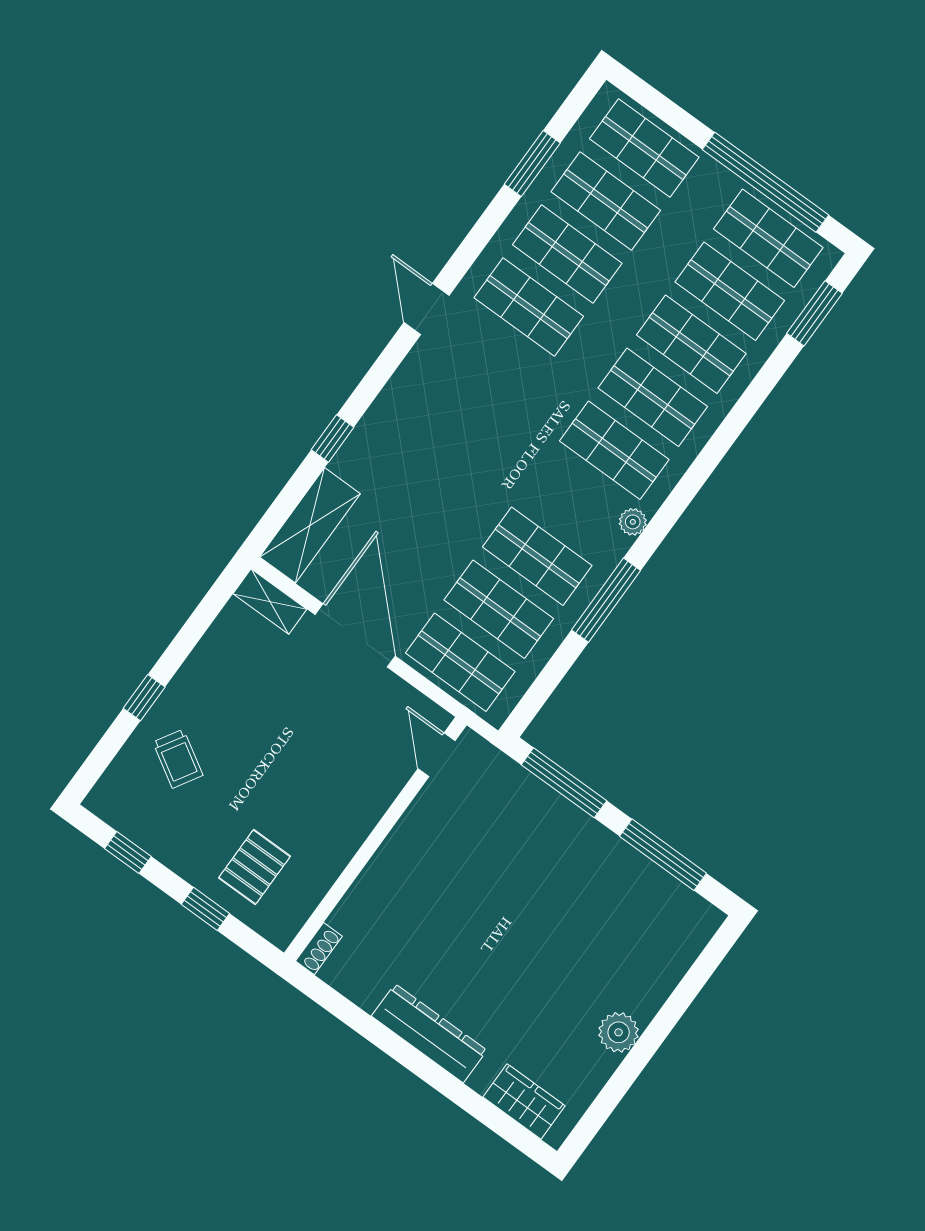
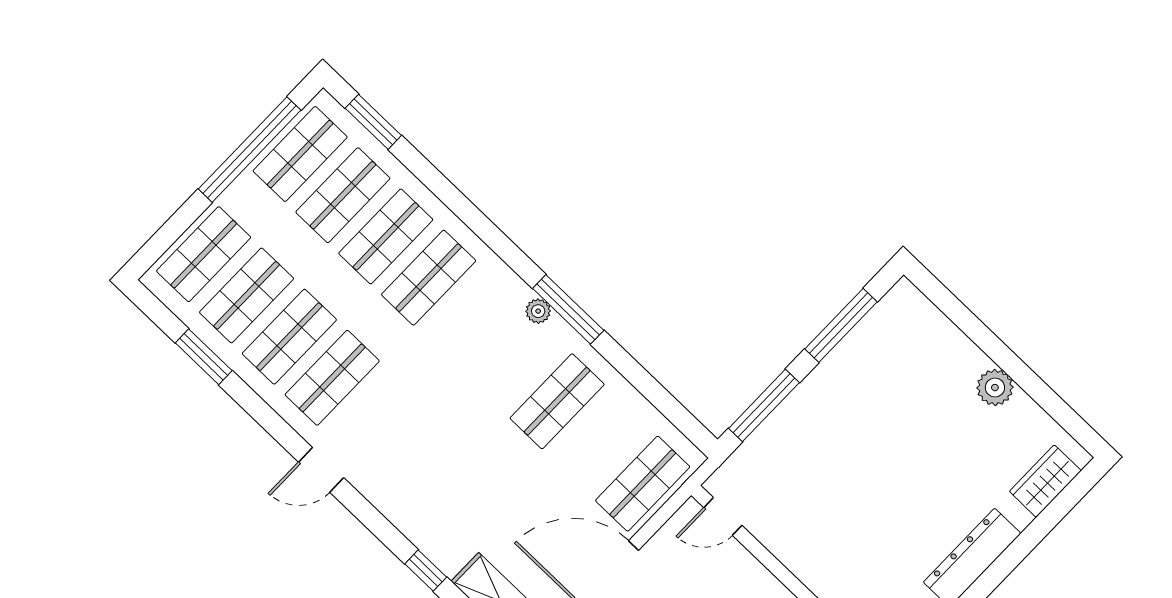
shop shelf: (614, 450) -> (471, 319), removed
window: (606, 600) -> (568, 309), moved
shop shelf: (499, 609) -> (600, 442), removed

